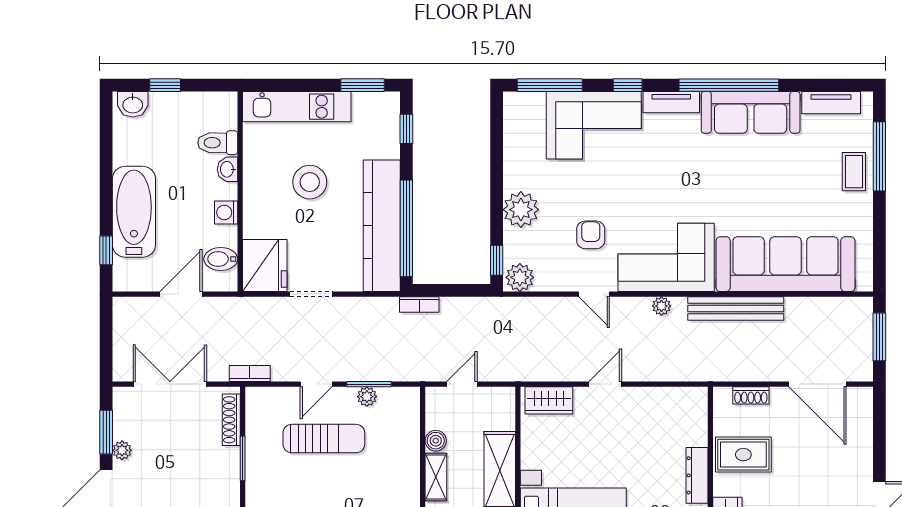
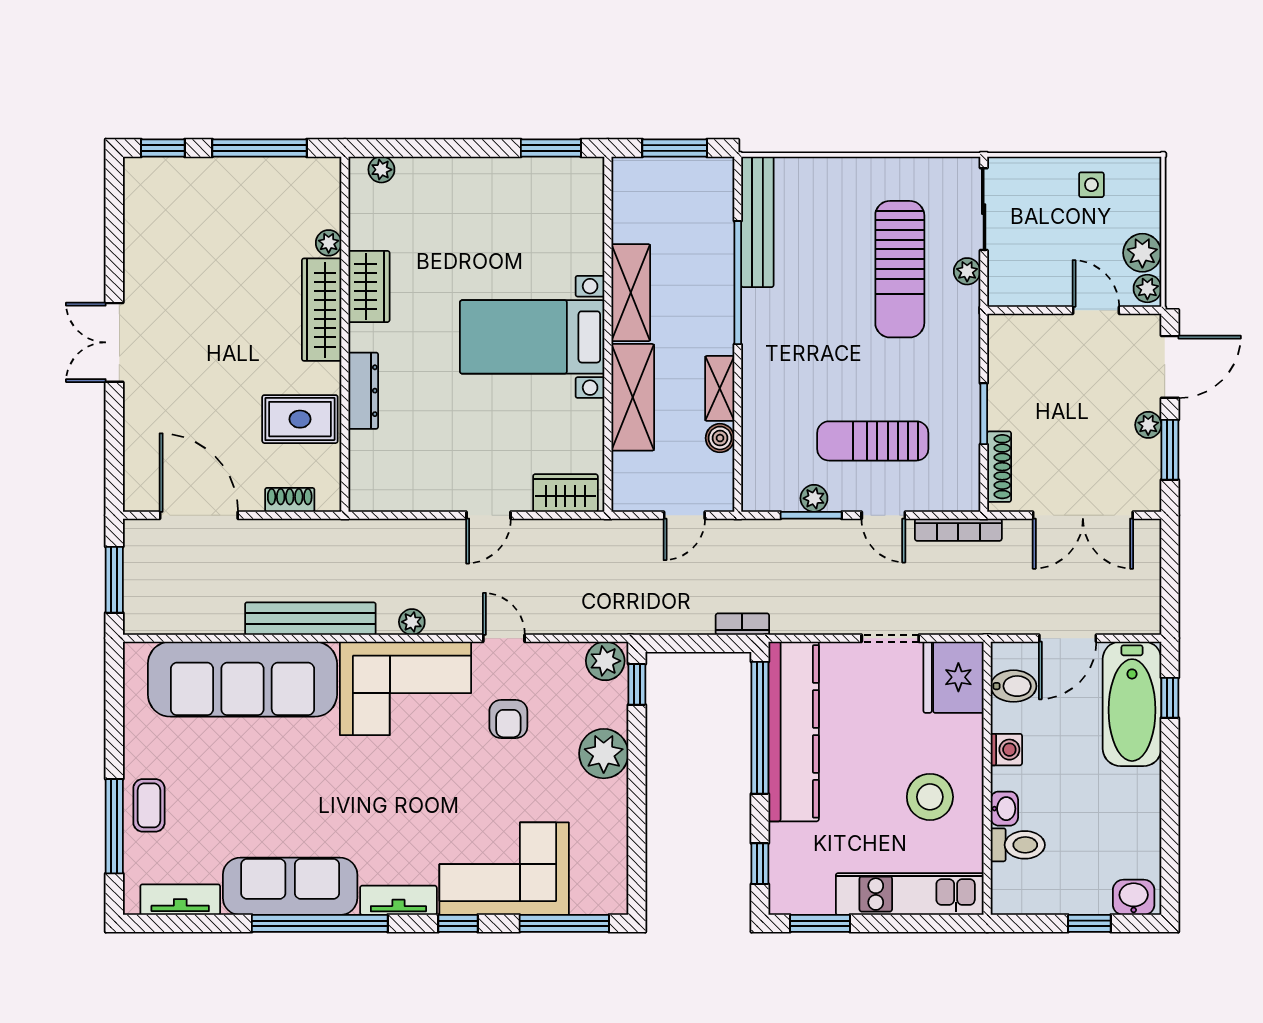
stool: (310, 182) -> (930, 797), moved
bathtub: (134, 212) -> (1132, 704), moved
bookcase: (250, 374) -> (958, 530), width x1.56
door: (316, 384) -> (883, 515), swing flipped

